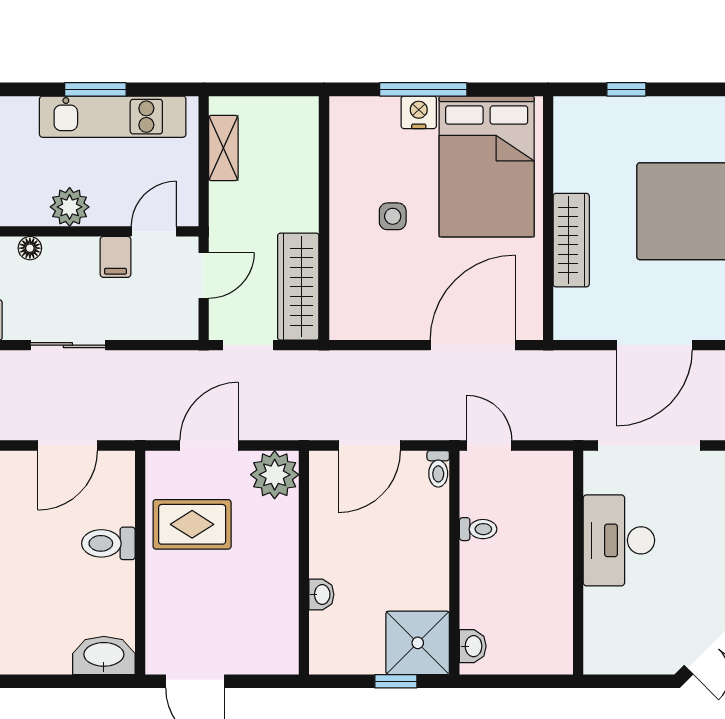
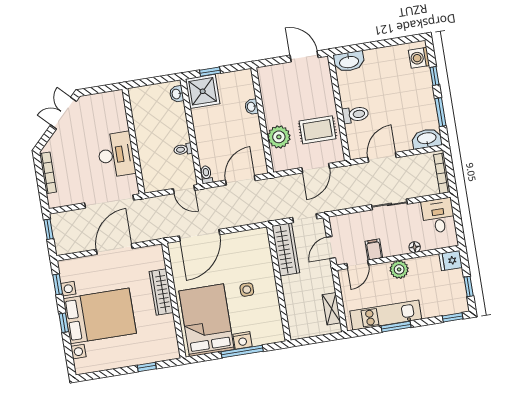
plant: (275, 475) -> (279, 137), moved

